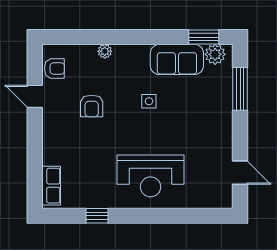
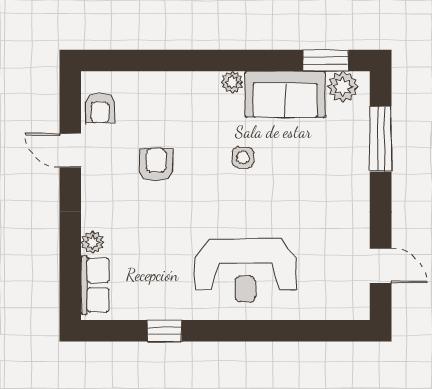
plant: (105, 51) -> (232, 82), moved
armchair: (54, 68) -> (100, 108), turned 90
armchair: (92, 106) -> (156, 165), turned 180
plant: (49, 157) -> (92, 242), added

